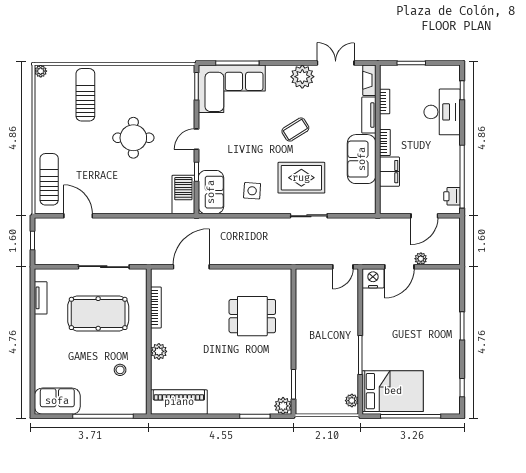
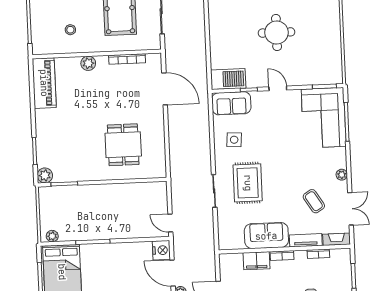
plant: (302, 77) -> (342, 175), width x0.53, depth x0.53
coffee table: (295, 130) -> (314, 201), moved

